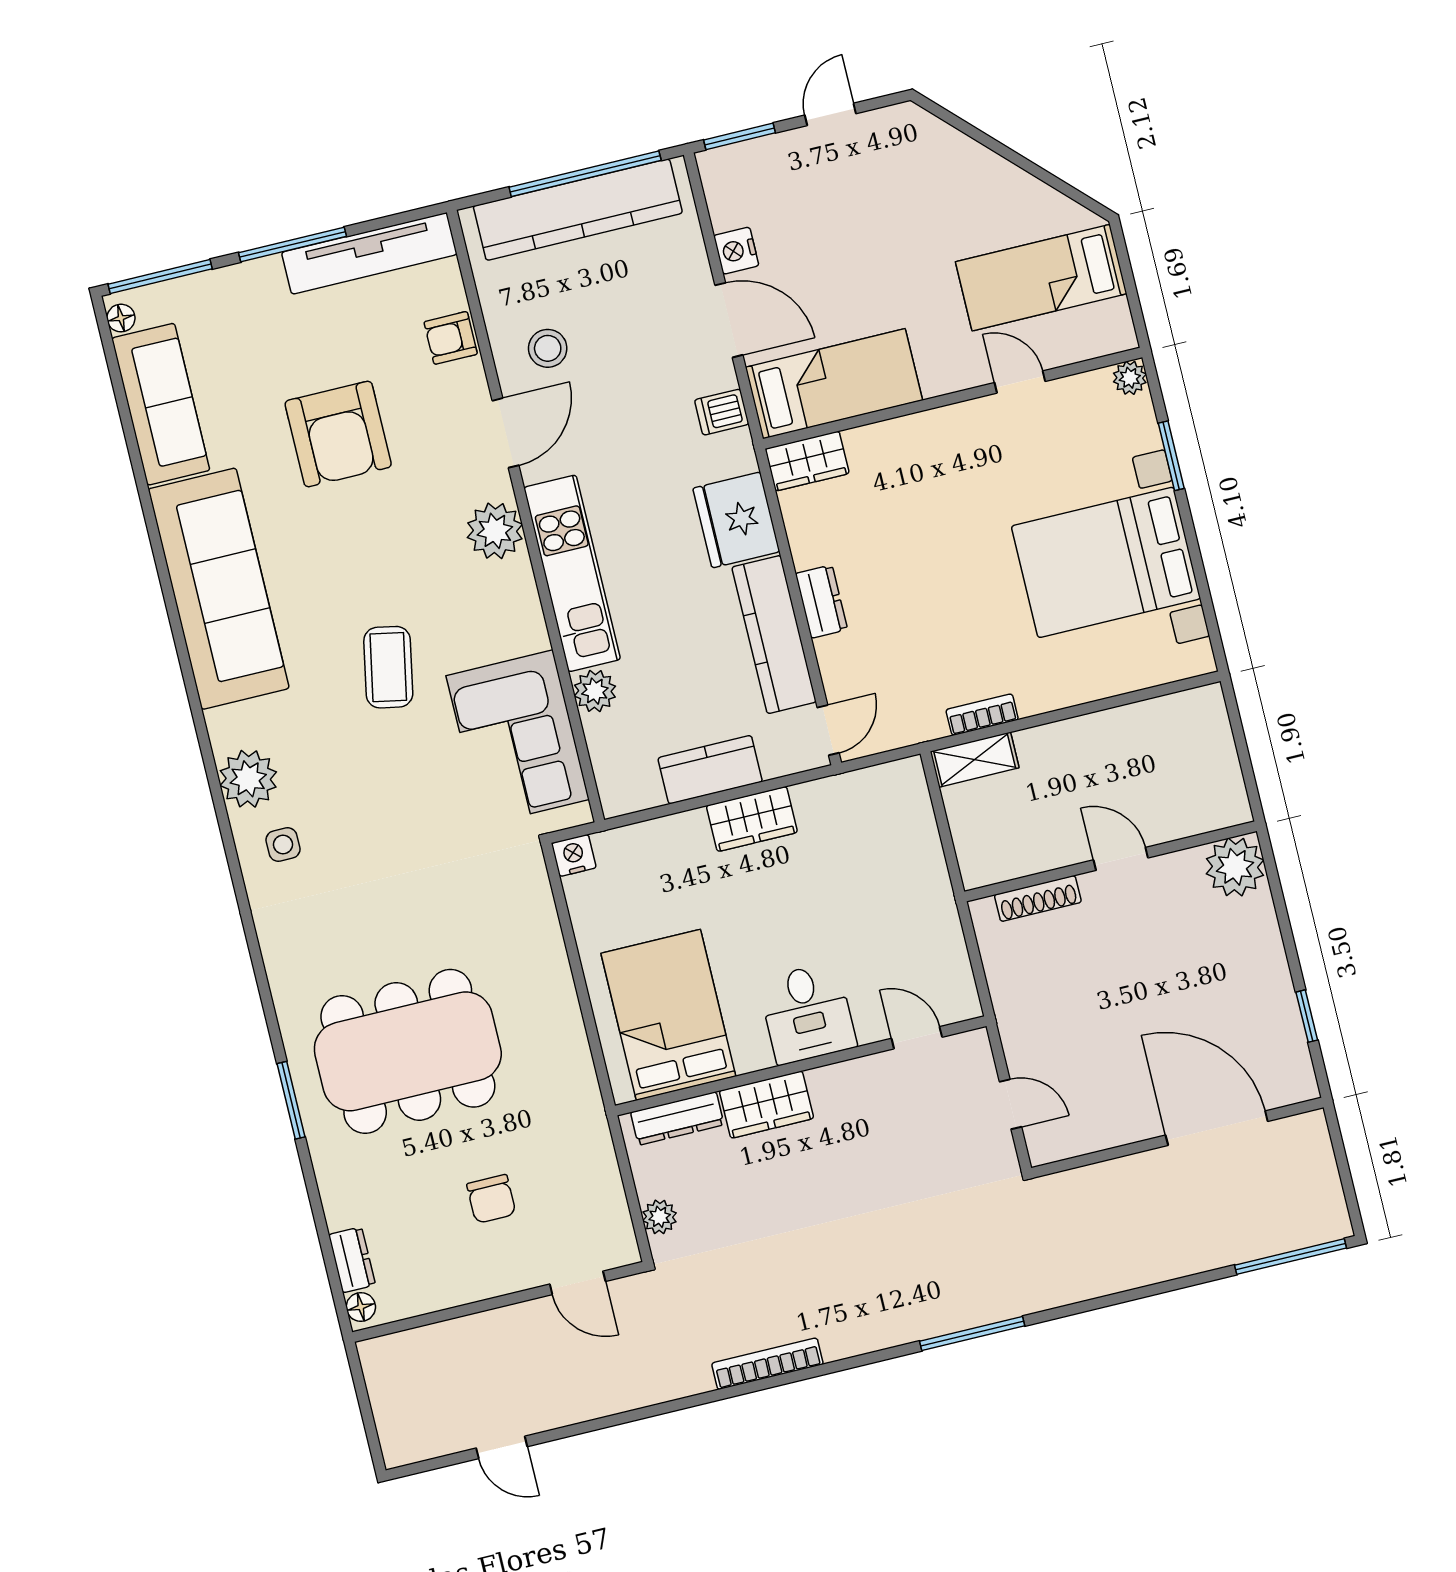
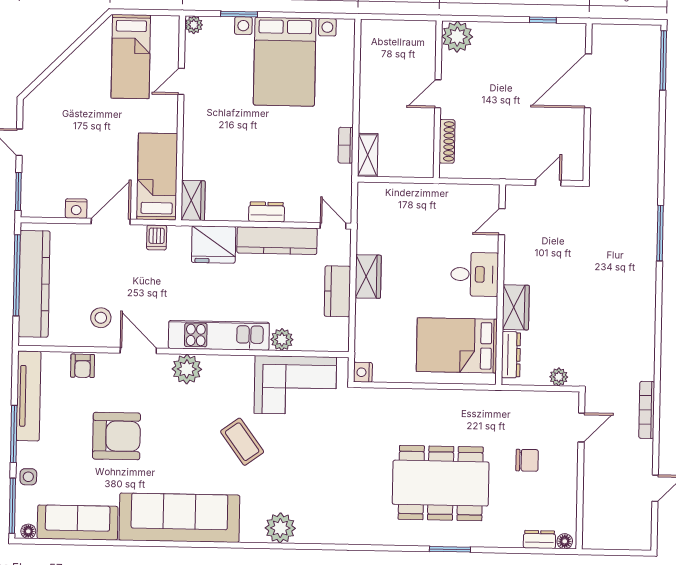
coffee table: (388, 667) -> (242, 442), turned 43
side table: (283, 845) -> (28, 477), moved
dining table: (408, 1051) -> (441, 483), turned 90
bookcase: (767, 1364) -> (647, 410), moved

